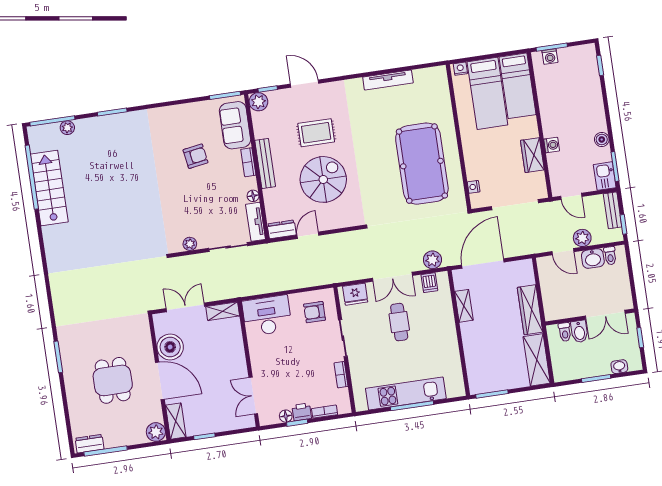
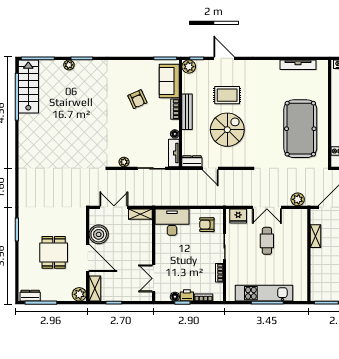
tv unit: (388, 80) -> (298, 65), moved
plant: (67, 128) -> (69, 65), moved
armchair: (196, 156) -> (137, 99), turned 75
stairs: (49, 188) -> (28, 86), moved
door: (308, 235) -> (210, 168), swing flipped
dishwasher: (429, 283) -> (293, 216), removed

